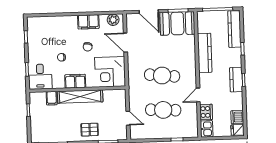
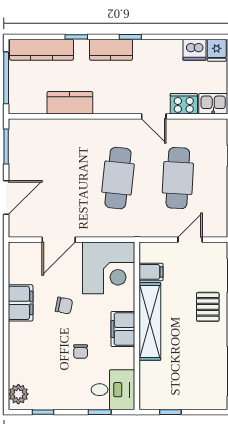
plant: (113, 20) -> (18, 394), moved
booth: (177, 23) -> (28, 148), removed
kitchen counter: (205, 53) -> (70, 103), width x0.67
kitchen counter: (236, 80) -> (111, 50), moved
filing cabinet: (52, 98) -> (151, 272), moved

